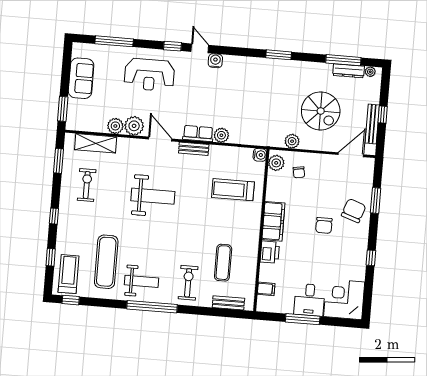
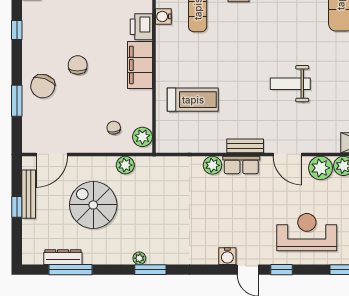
plant: (370, 72) -> (139, 258), moved
water cooler: (260, 155) -> (163, 16), moved
weight bench: (153, 196) -> (290, 84), width x0.73, depth x0.75

